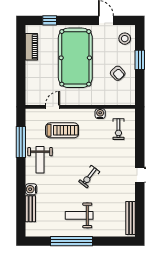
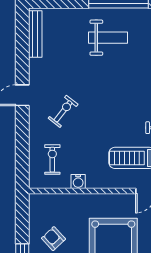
exercise bike: (89, 177) -> (63, 111), moved

